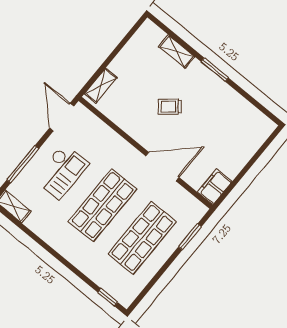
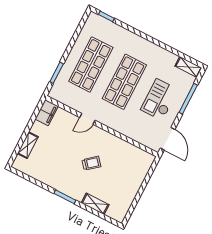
shelving: (101, 86) -> (28, 145), moved
door: (162, 167) -> (87, 119), width x0.53

